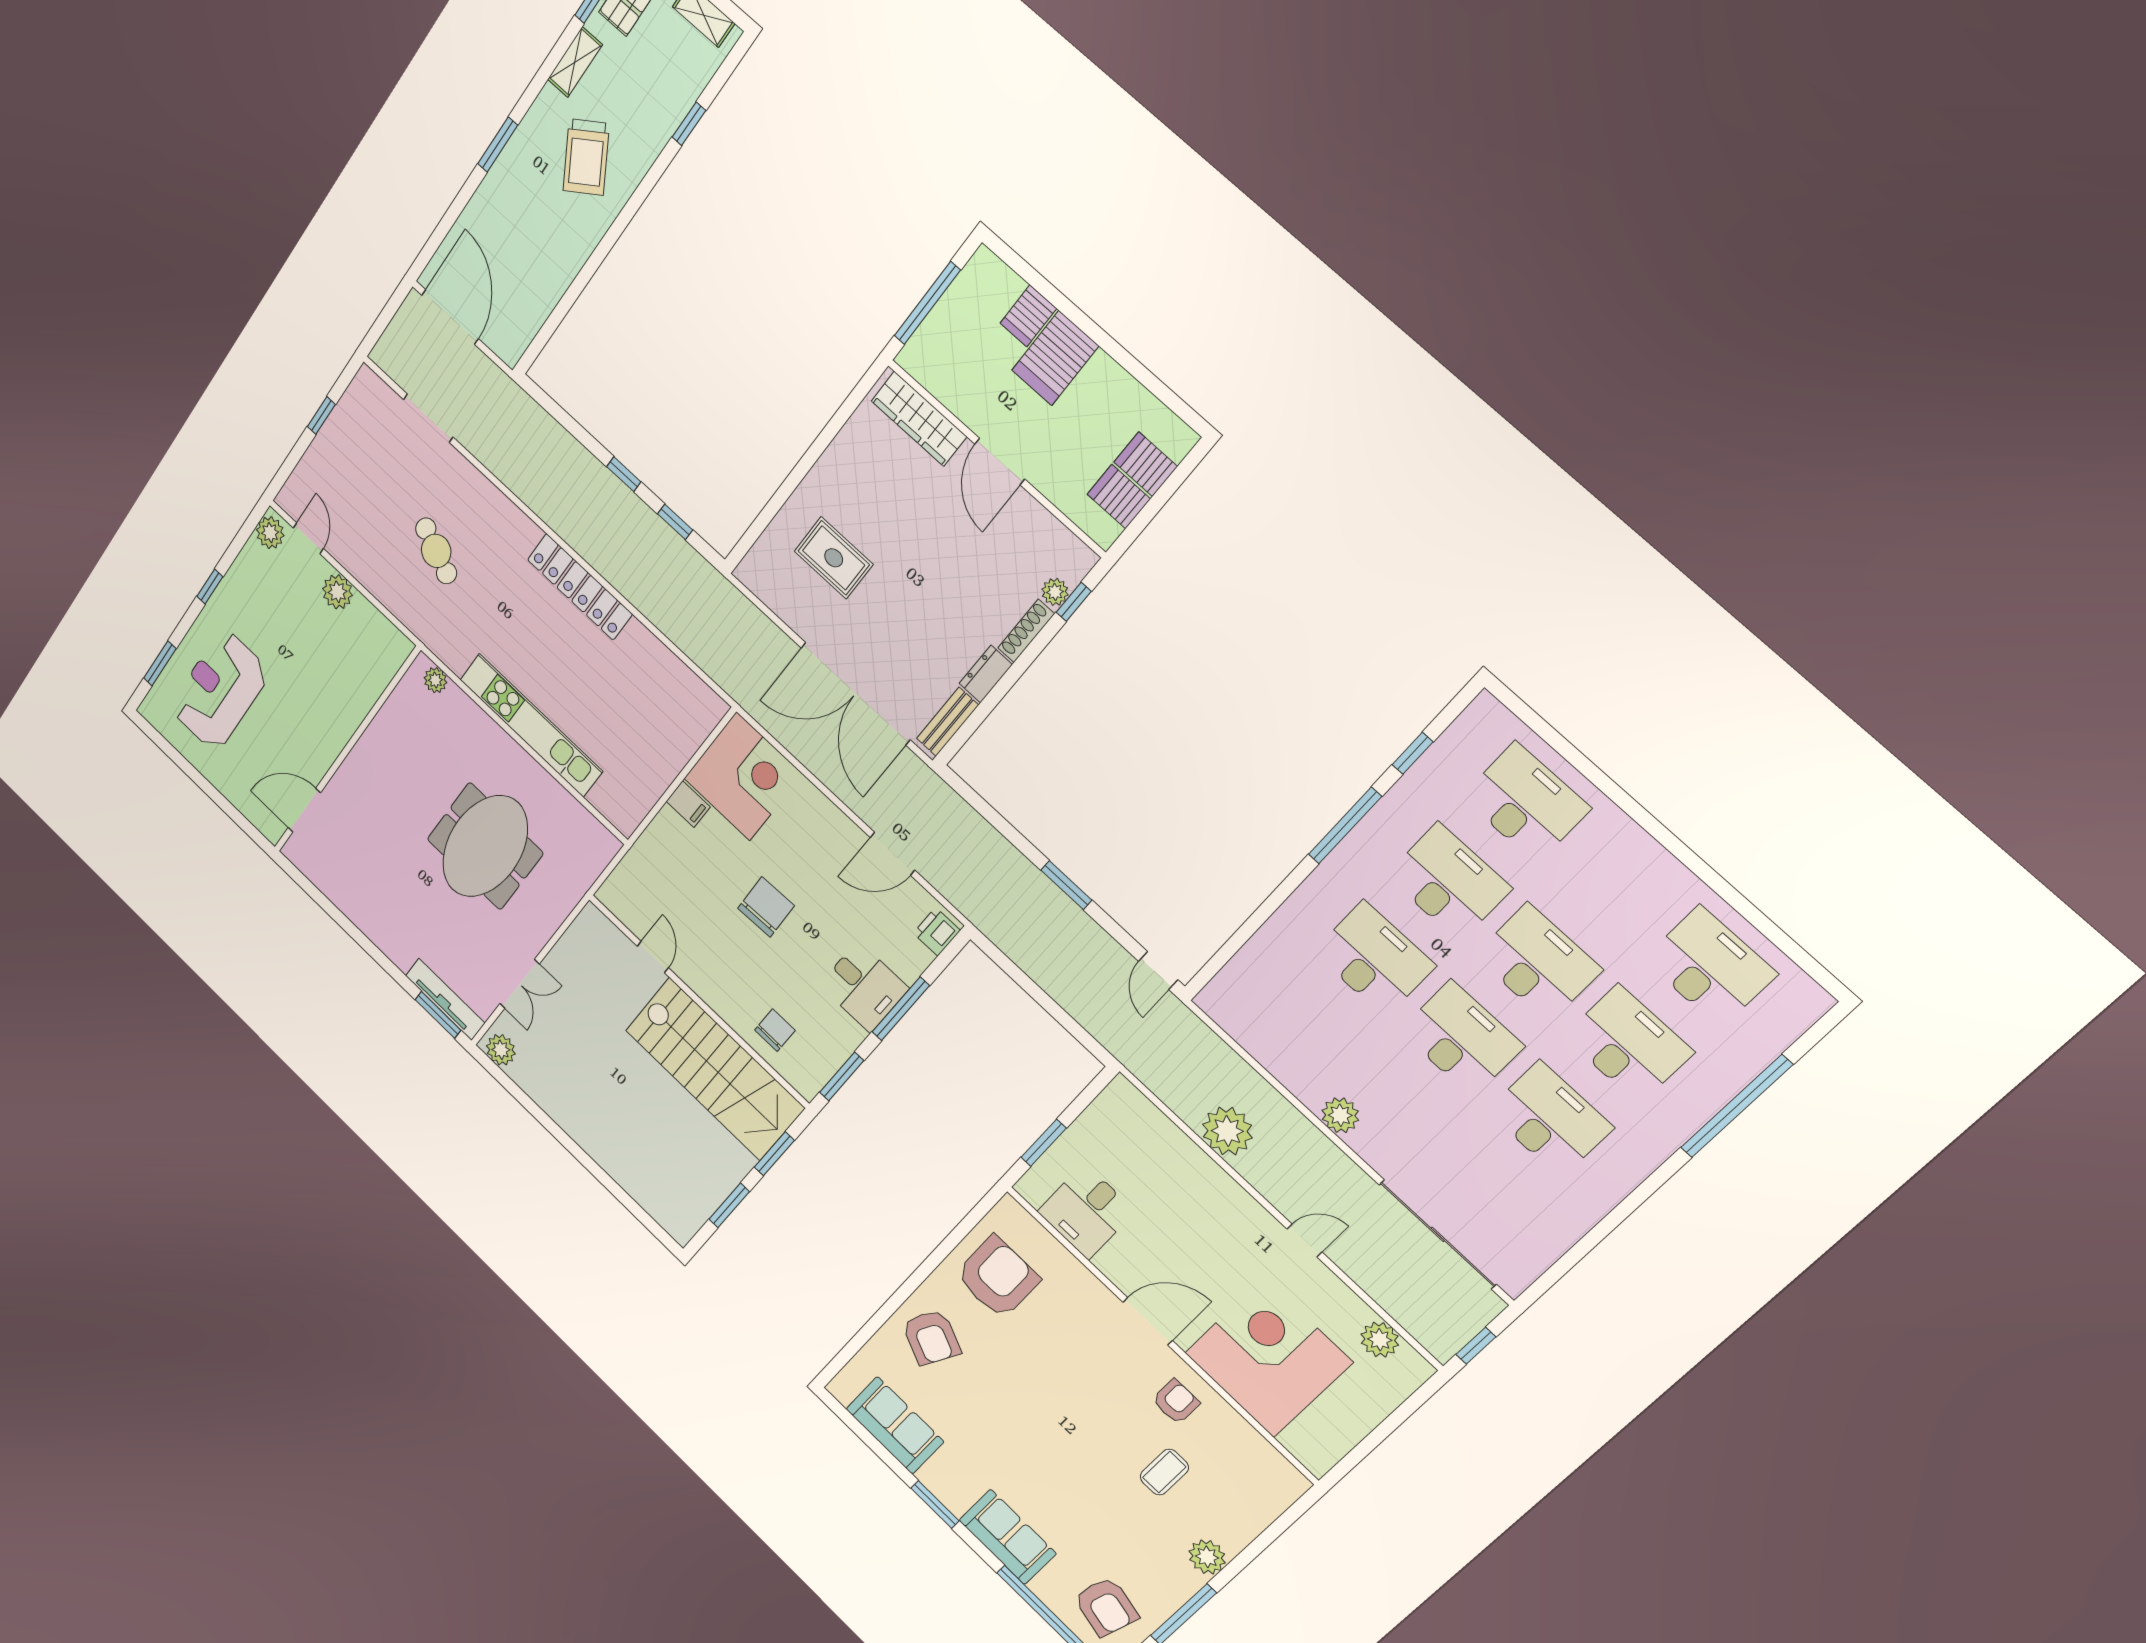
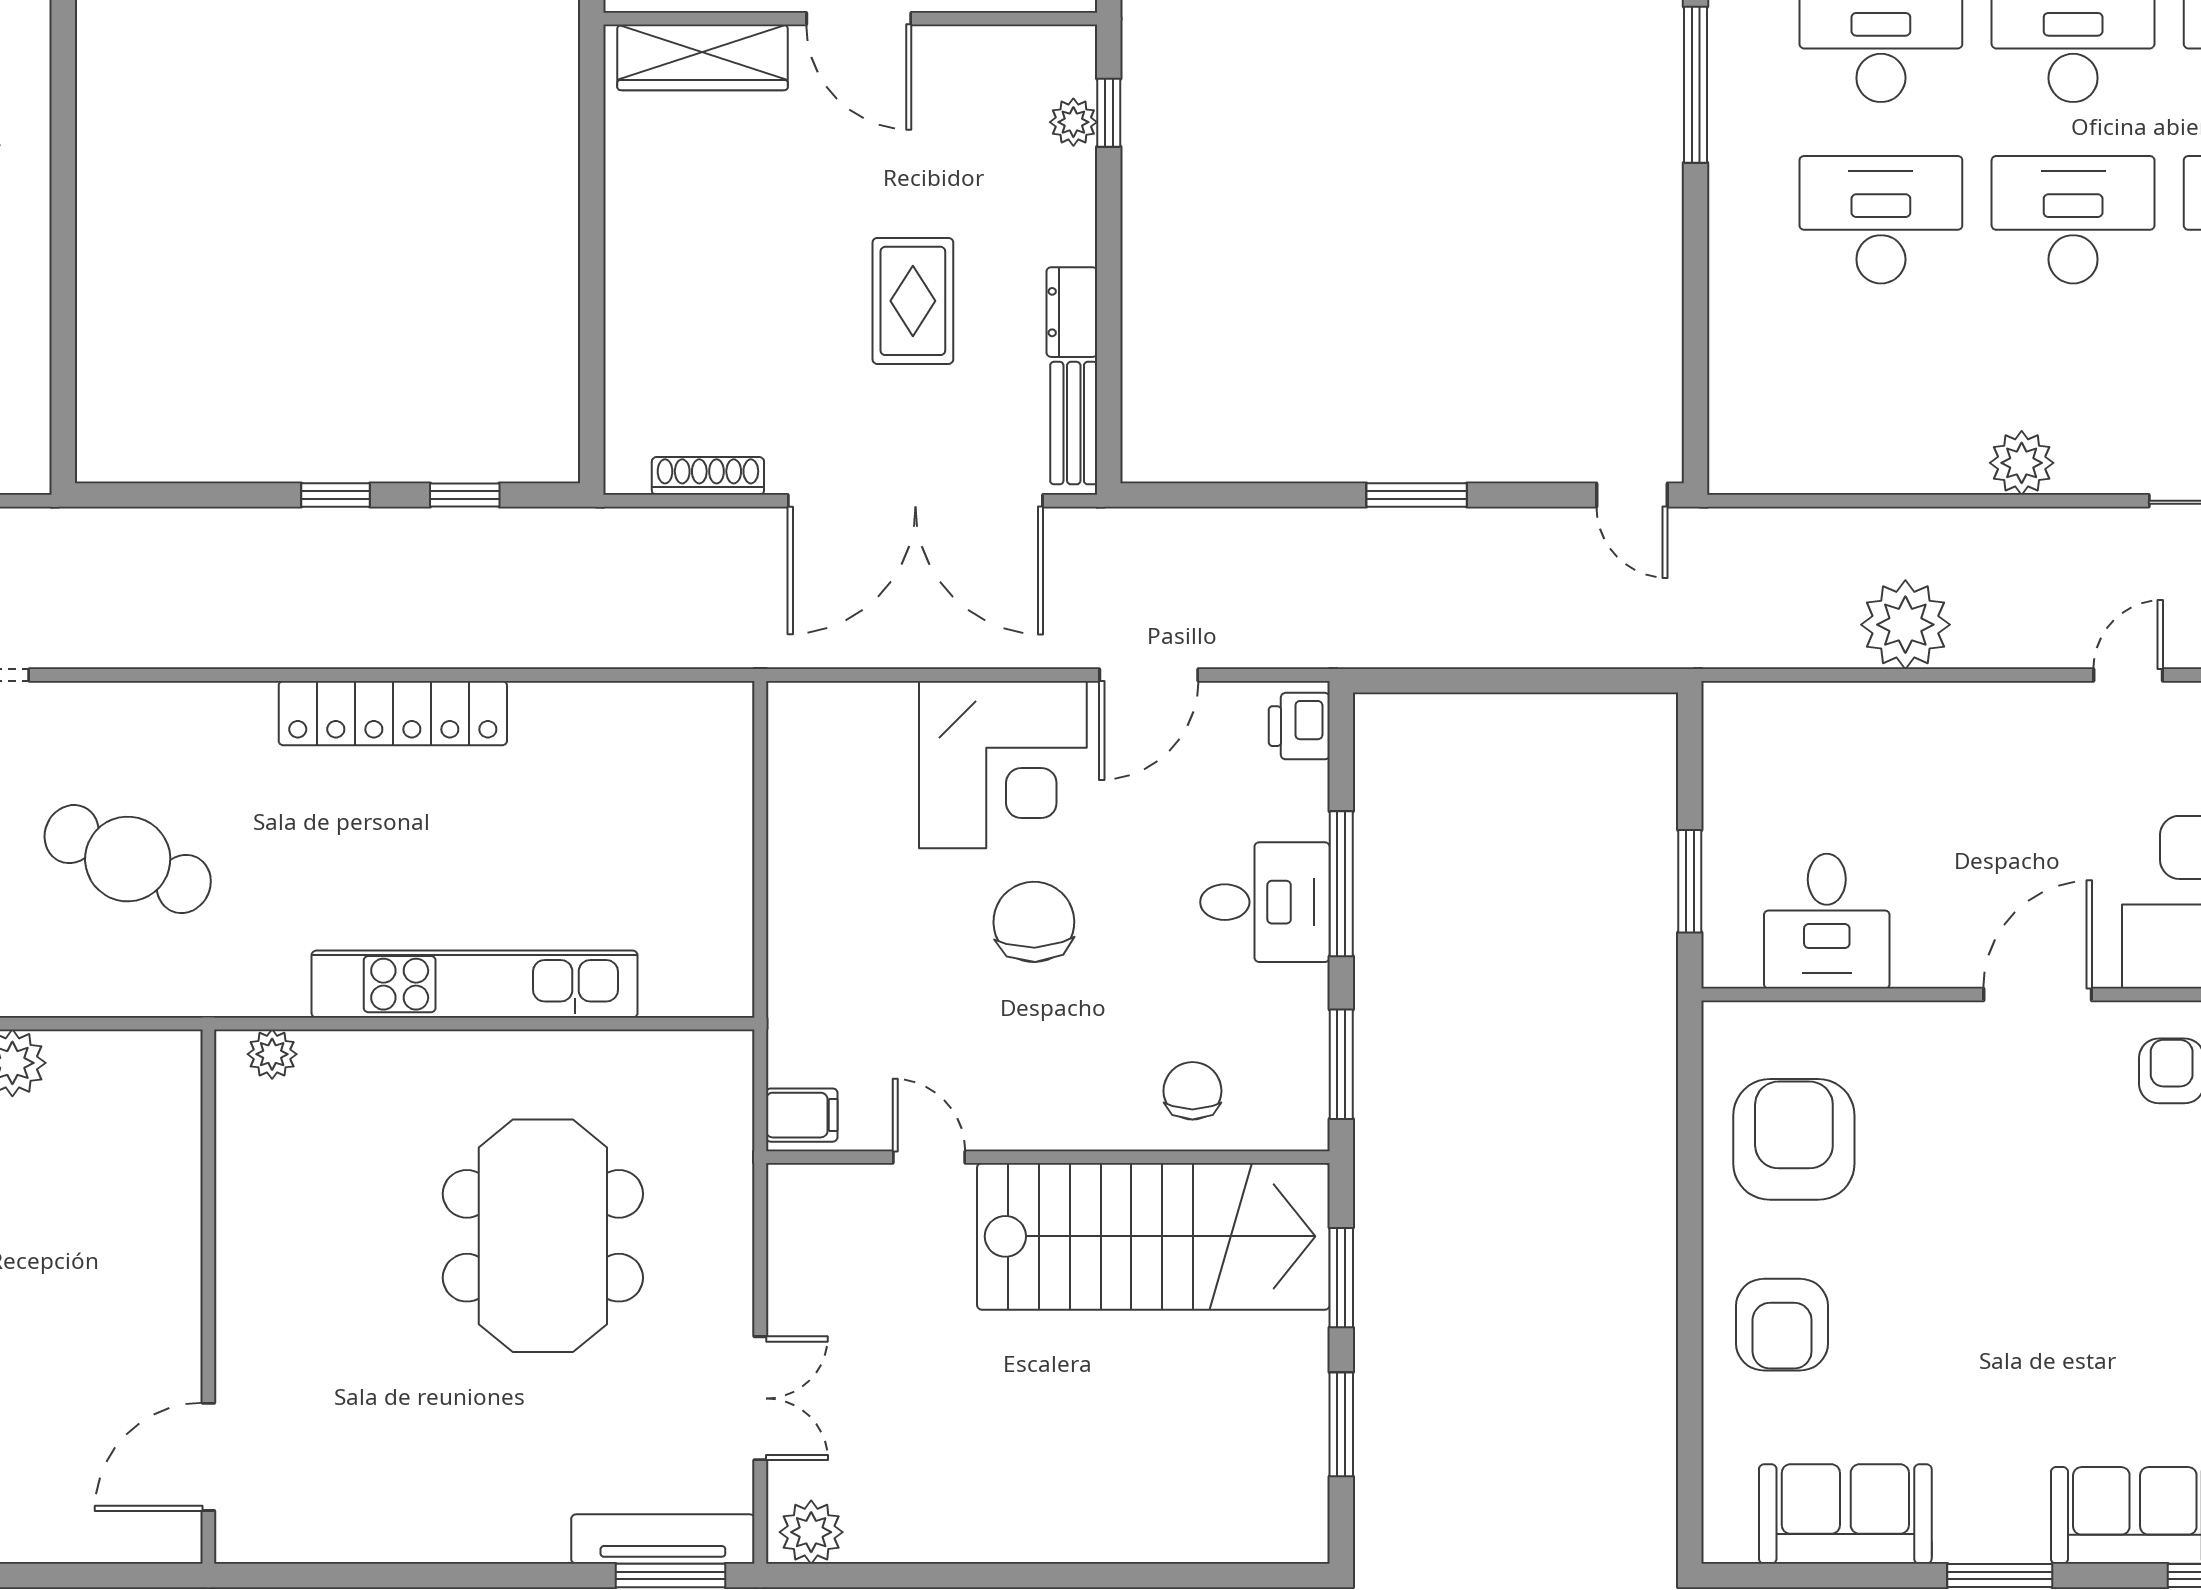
cafe table: (436, 551) -> (128, 859), width x1.37, depth x1.35
rug: (834, 558) -> (913, 301), moved, turned 90
shoe rack: (1026, 631) -> (708, 476), moved, turned 90
corner desk: (743, 776) -> (1003, 765), moved, turned 90
filing cabinet: (688, 804) -> (802, 1115), moved
armchair: (931, 1337) -> (1782, 1325), turned 64

